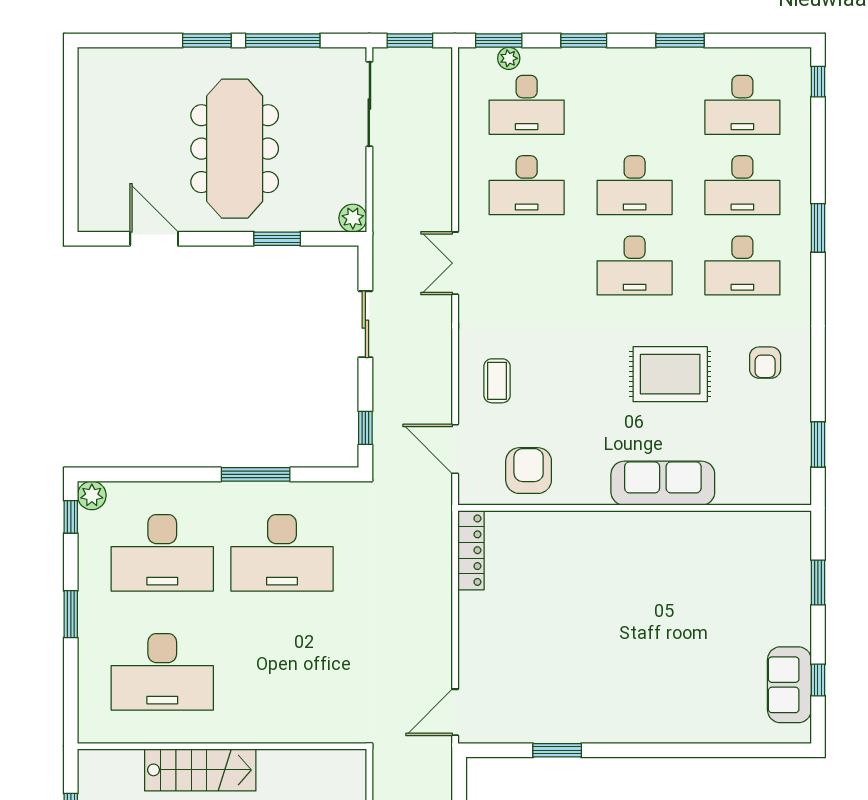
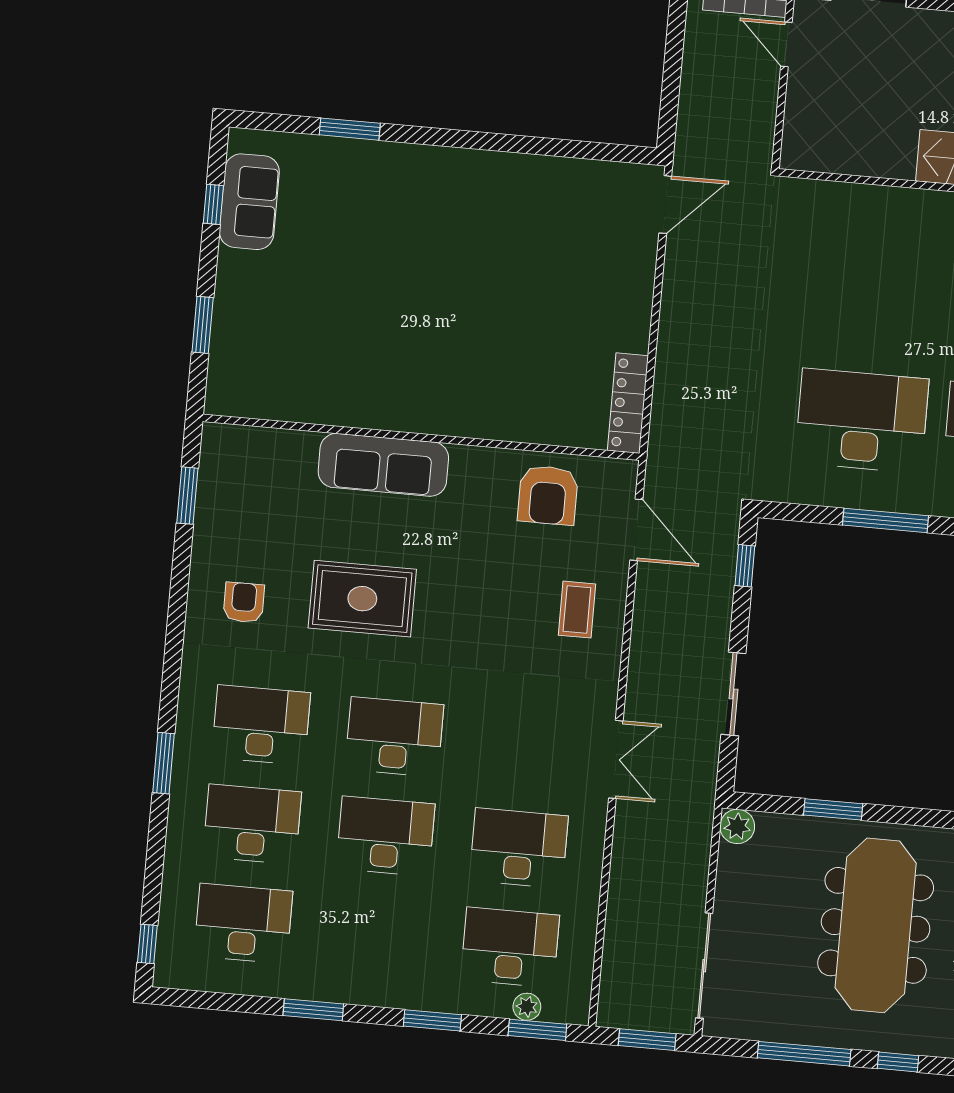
window: (207, 41) -> (898, 1062), width x0.67
window: (557, 750) -> (350, 129), moved

